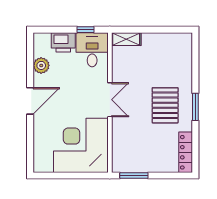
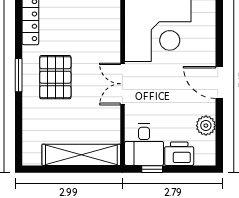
shelving: (126, 39) -> (81, 155), width x2.20, depth x1.33
door: (30, 101) -> (219, 83), hinge flipped

